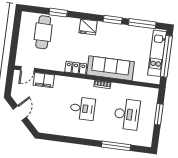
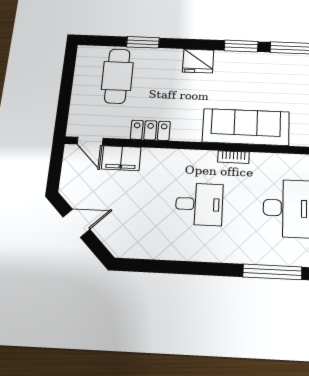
locker: (76, 68) -> (150, 130), moved
door: (28, 69) -> (90, 141), hinge flipped
door: (20, 113) -> (76, 223), hinge flipped

